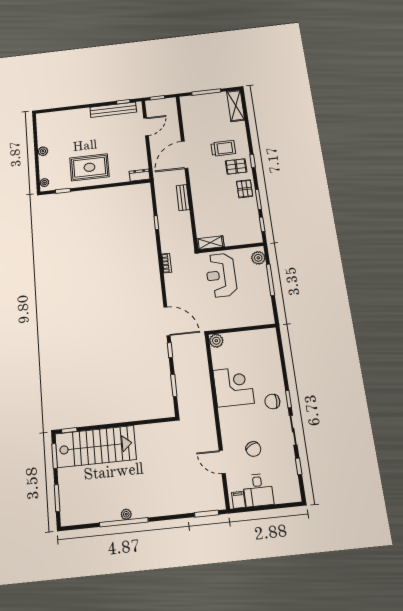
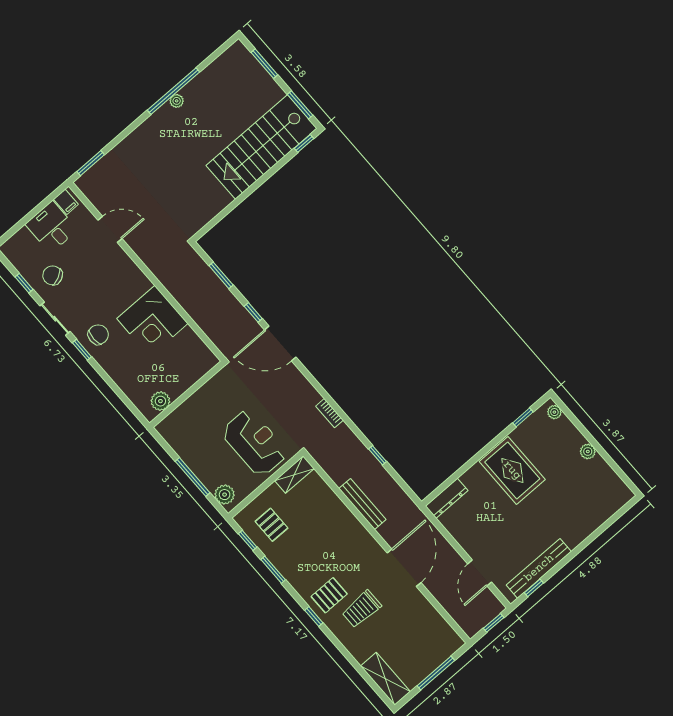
rug: (89, 167) -> (512, 470), turned 90
dresser: (140, 175) -> (447, 498), width x1.44
pallet: (245, 189) -> (271, 525), moved
bench: (183, 198) -> (362, 504), width x1.36
plant: (216, 341) -> (160, 401), moved
chair: (253, 449) -> (53, 275), moved

